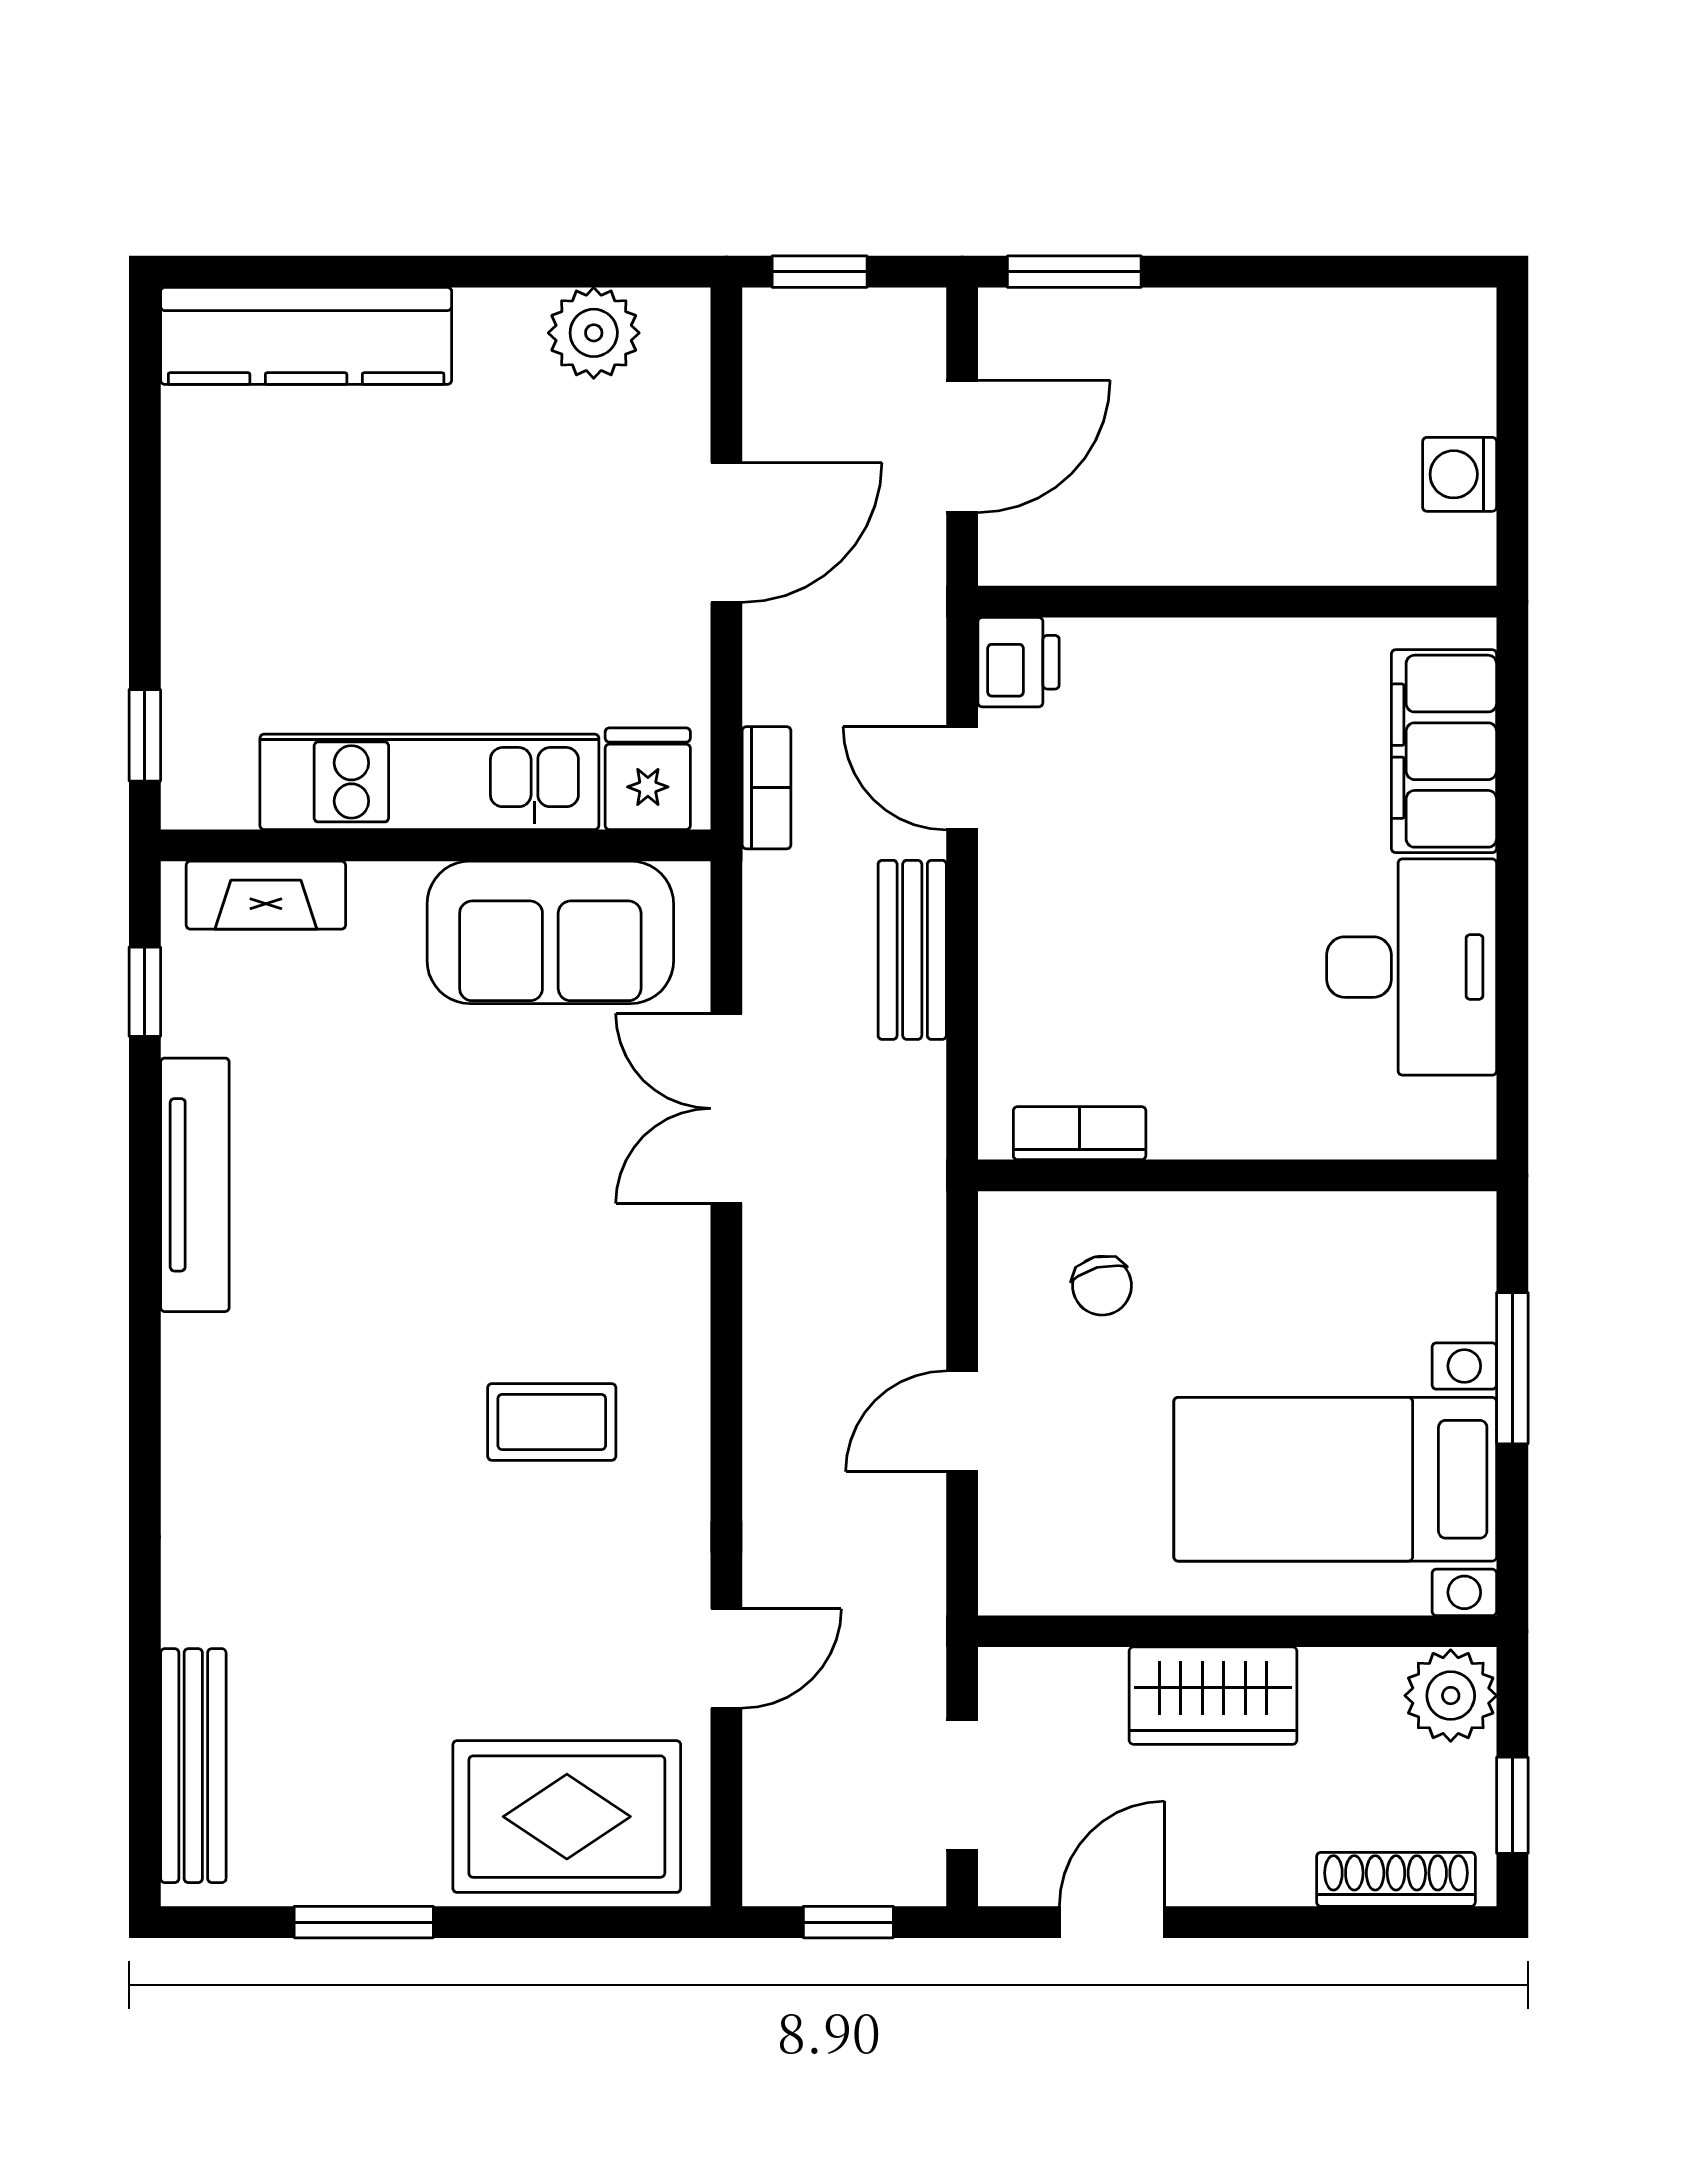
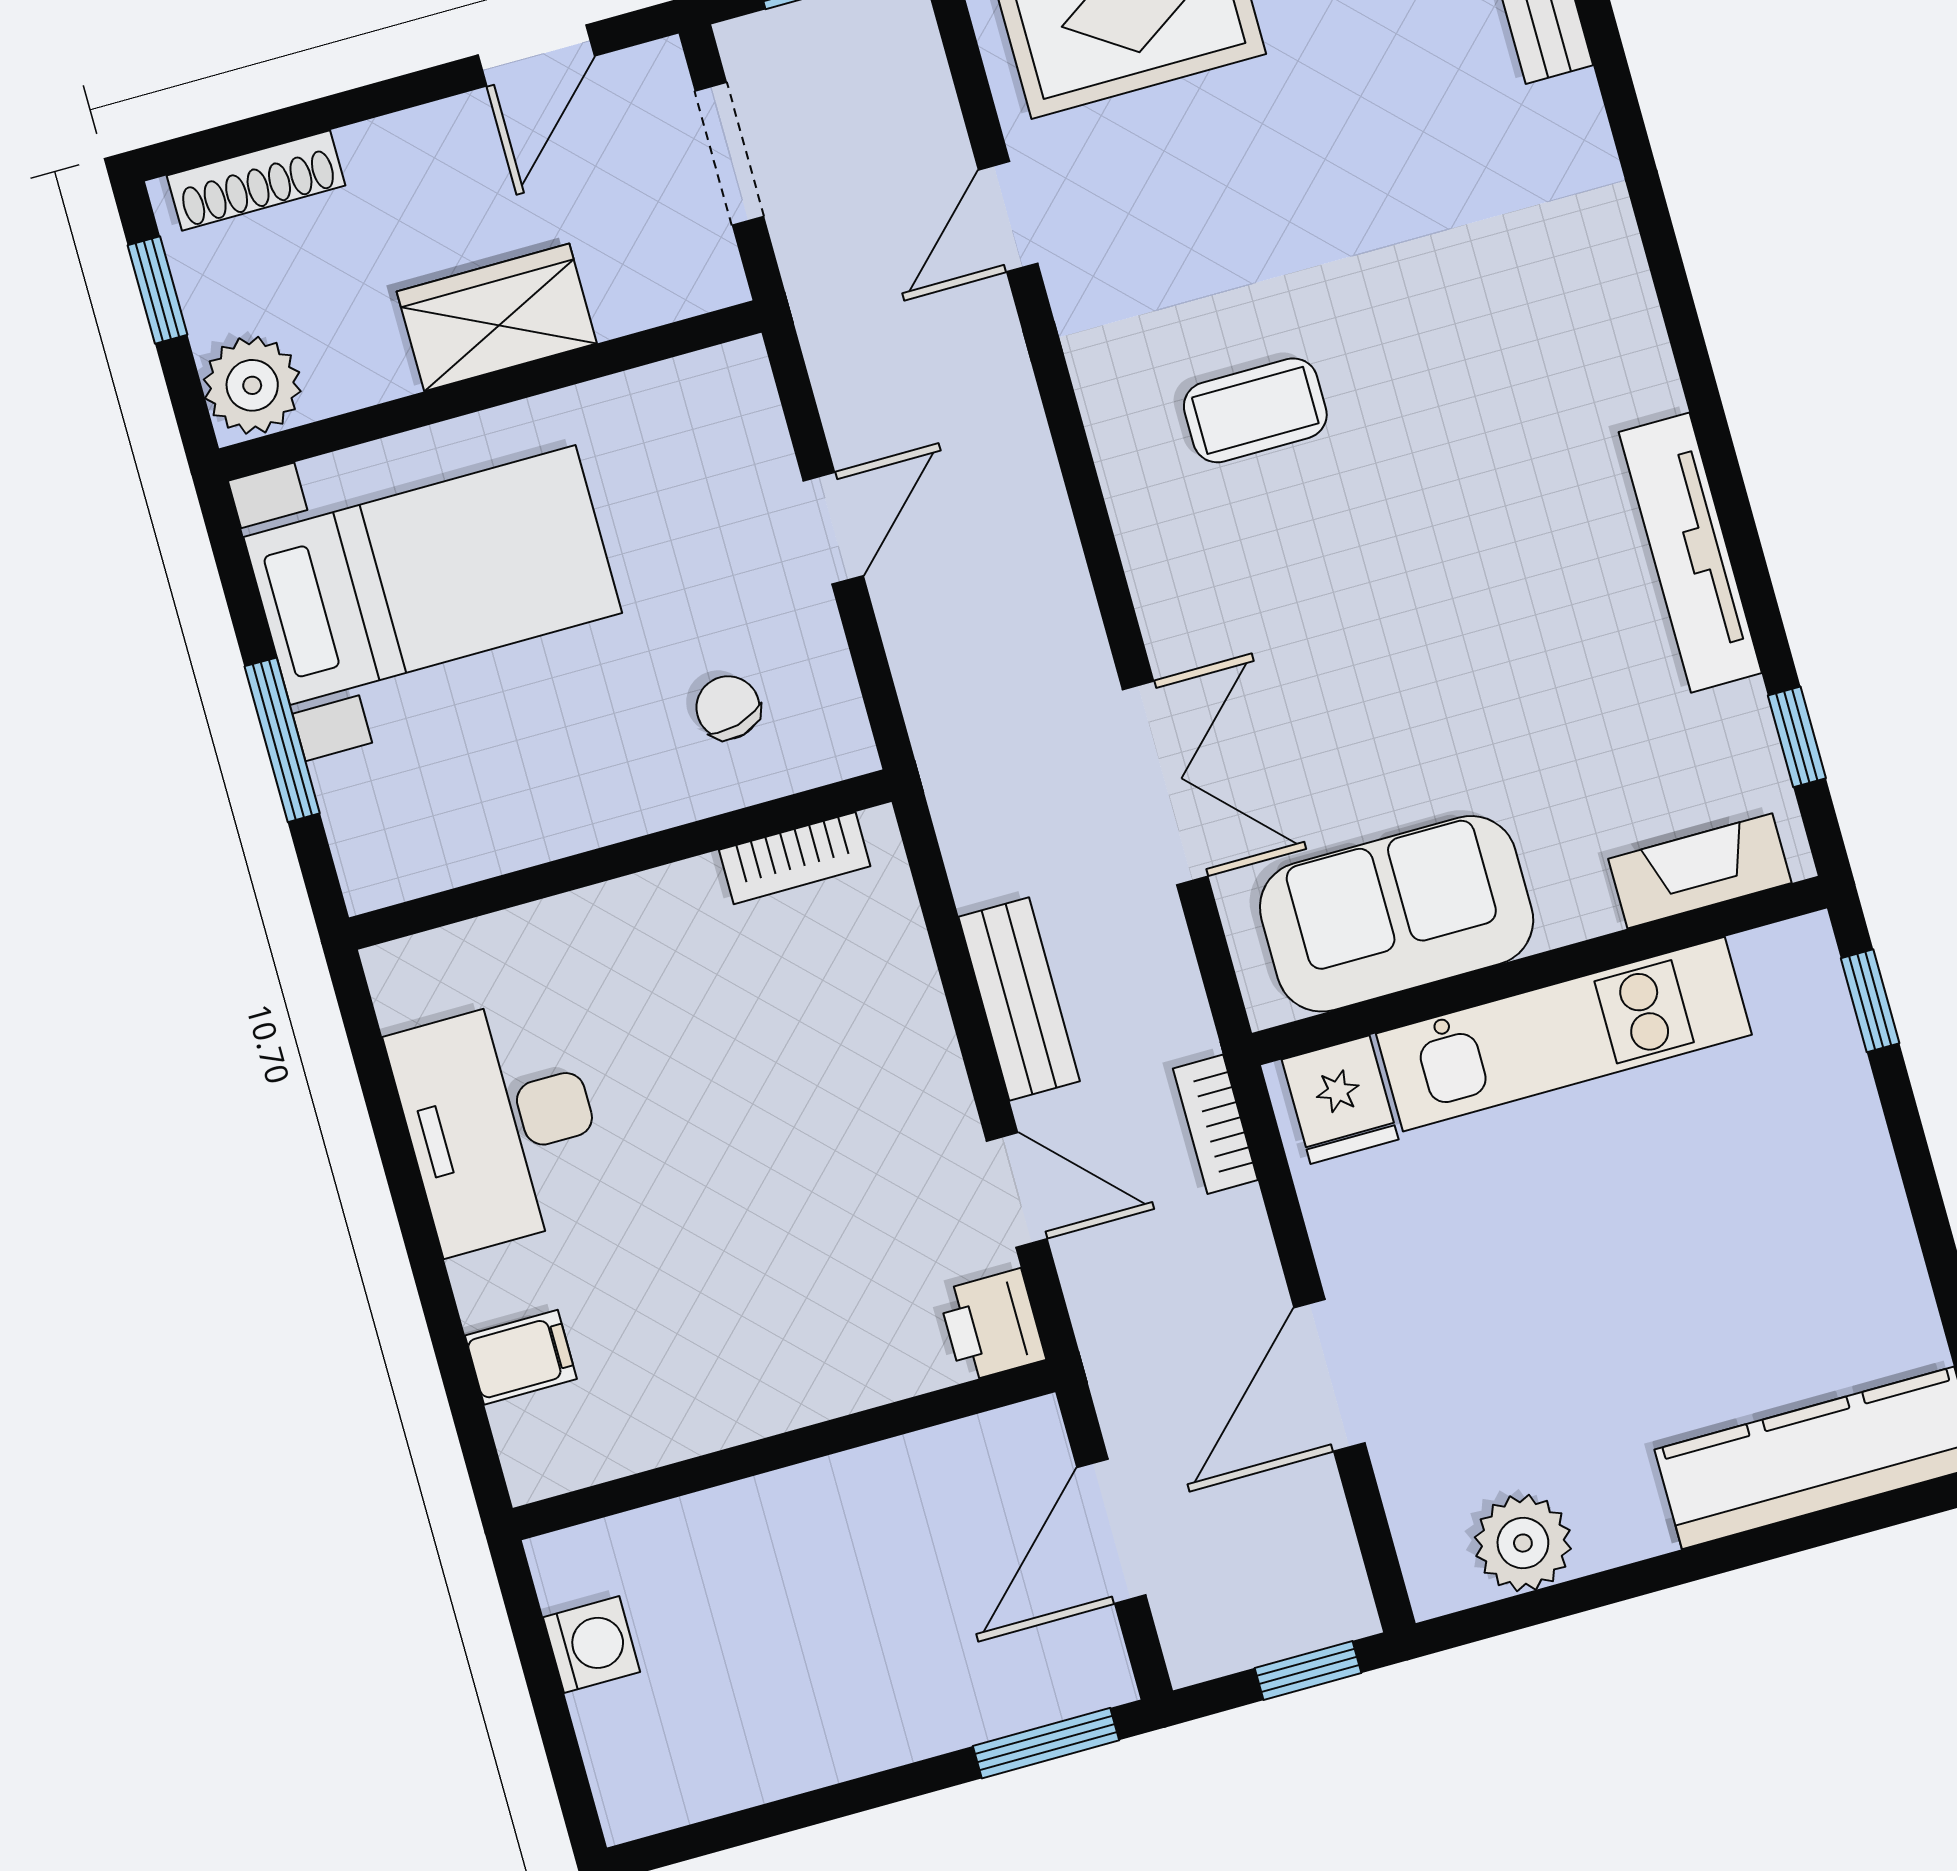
filing cabinet: (1444, 751) -> (521, 1357), width x0.33, depth x0.86

